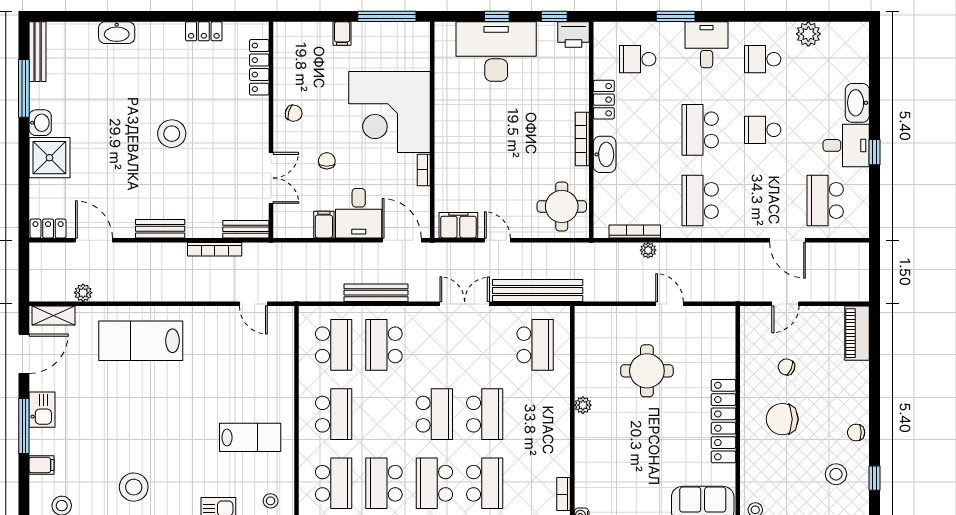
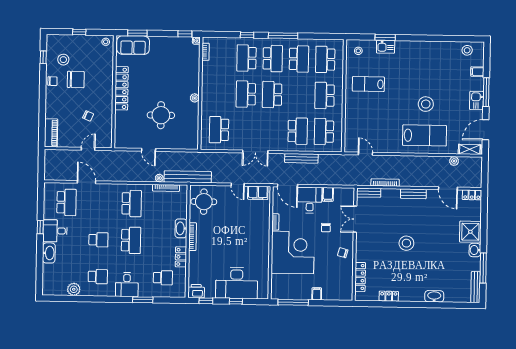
bench: (538, 290) -> (188, 177), moved
chair: (782, 419) -> (76, 80), moved
stool: (134, 487) -> (426, 104), moved

